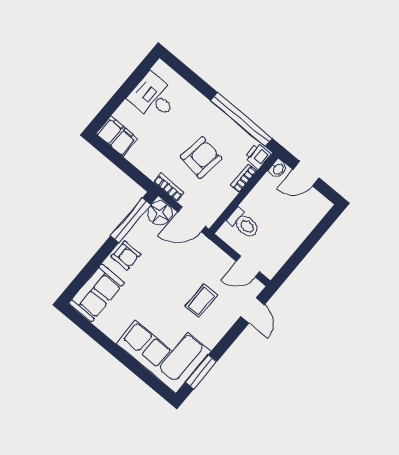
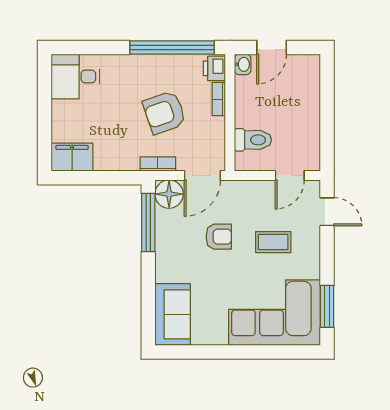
desk: (153, 97) -> (75, 76), moved
armchair: (201, 158) -> (164, 113), turned -117
armchair: (126, 255) -> (219, 237), moved
coffee table: (201, 301) -> (273, 242), turned 90

